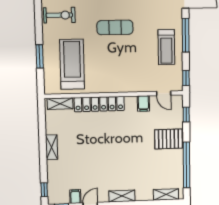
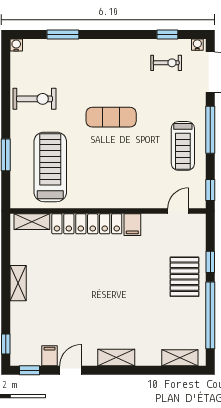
door: (164, 93) -> (178, 211), swing flipped
filing cabinet: (143, 103) -> (132, 225), moved
window: (186, 114) -> (210, 262), moved
pallet: (168, 139) -> (184, 277), turned 90

